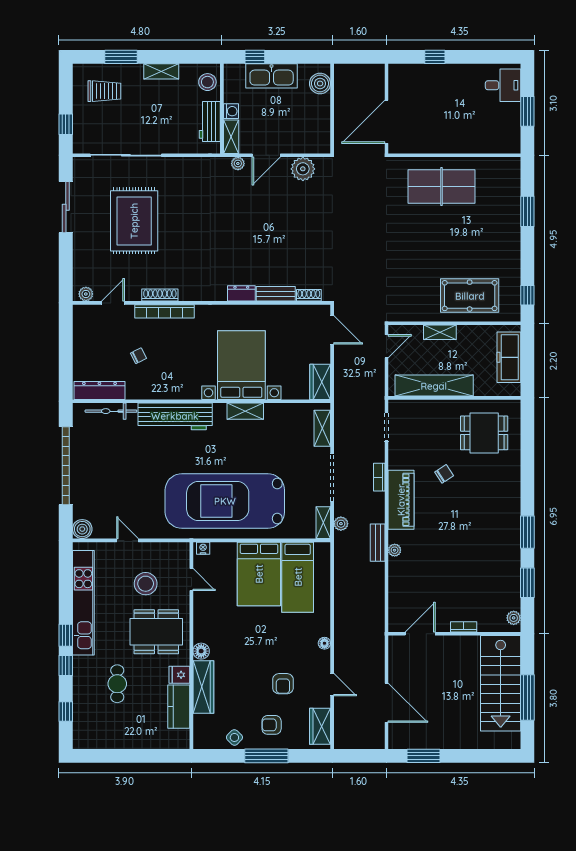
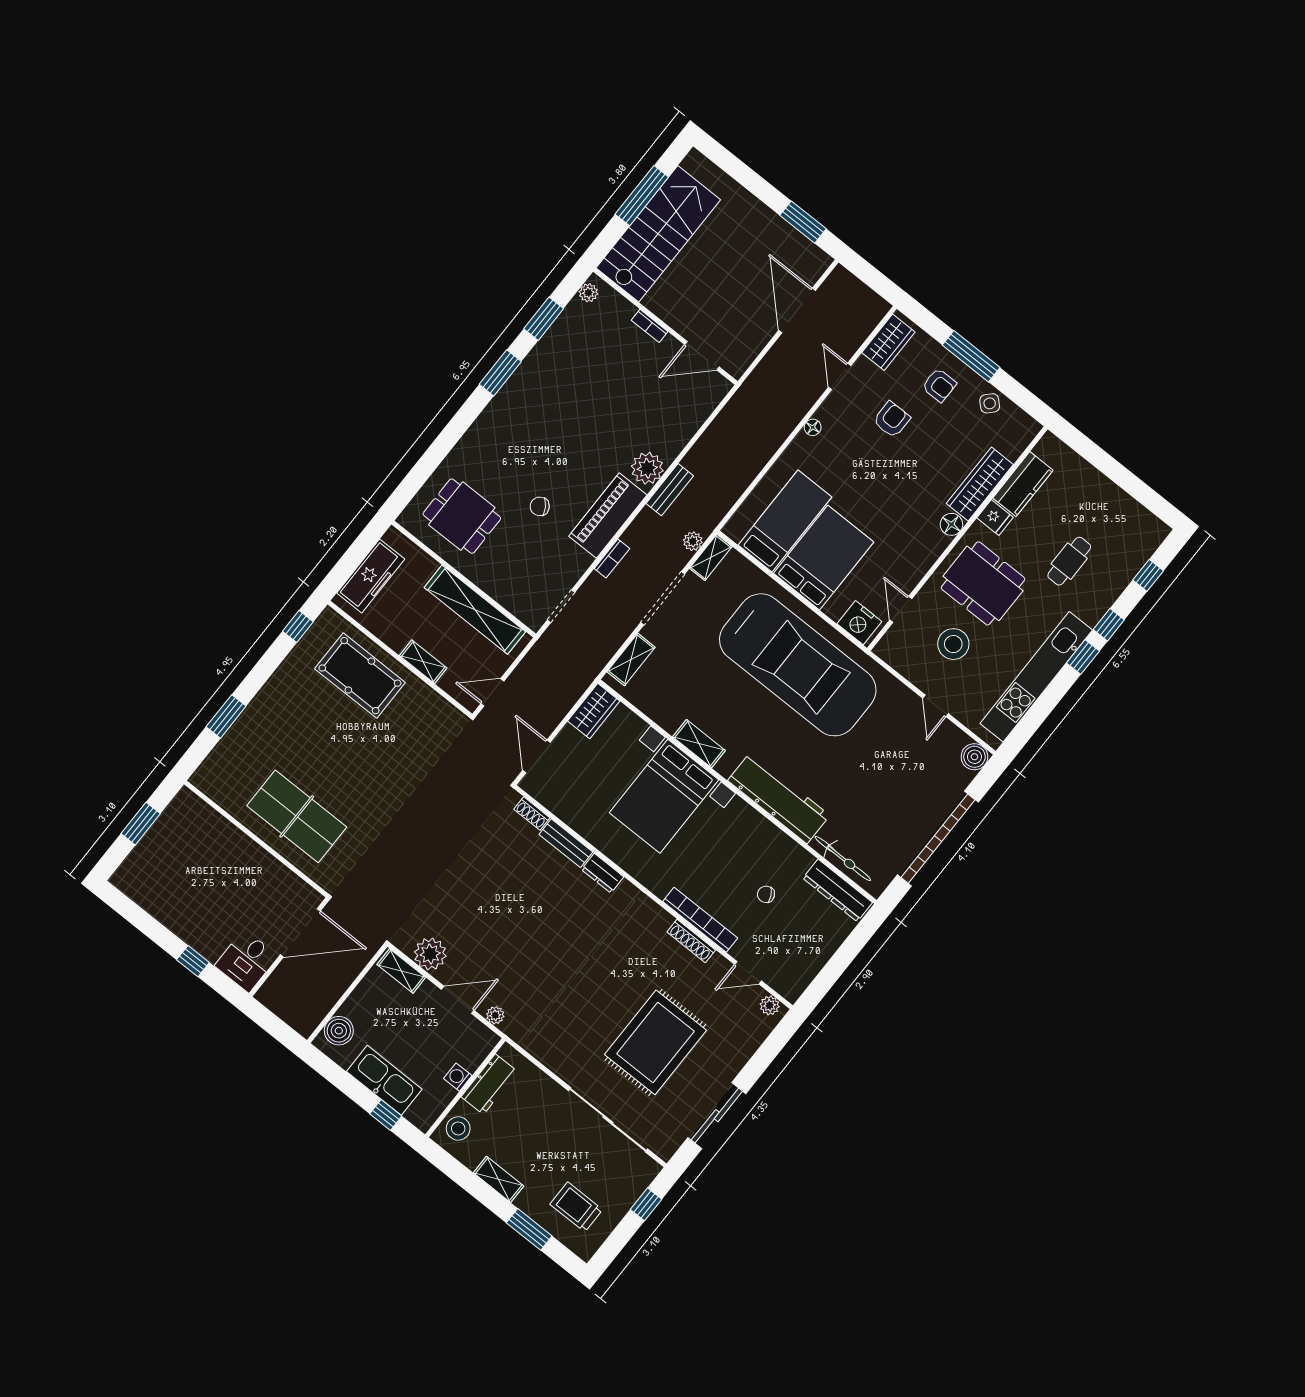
desk: (503, 85) -> (246, 961), moved, turned -90
shelving: (231, 137) -> (401, 971), moved, turned 90
nightstand: (203, 548) -> (859, 623), width x1.89, depth x1.79
plant: (395, 550) -> (647, 468), width x1.88, depth x1.88

